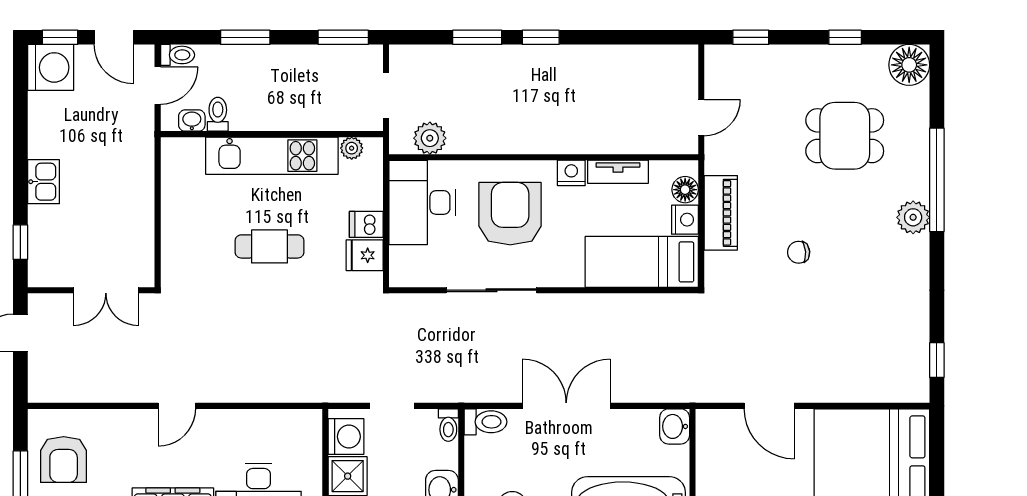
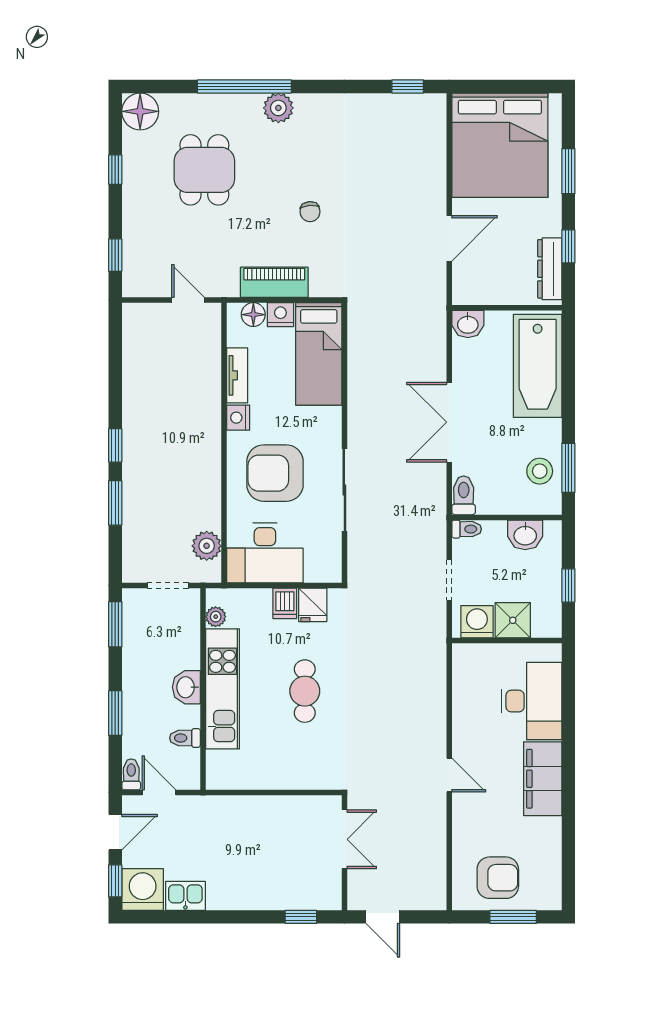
washbasin: (192, 121) -> (186, 687), moved, width x1.38, depth x1.45
kitchen sink: (43, 182) -> (185, 896), moved

